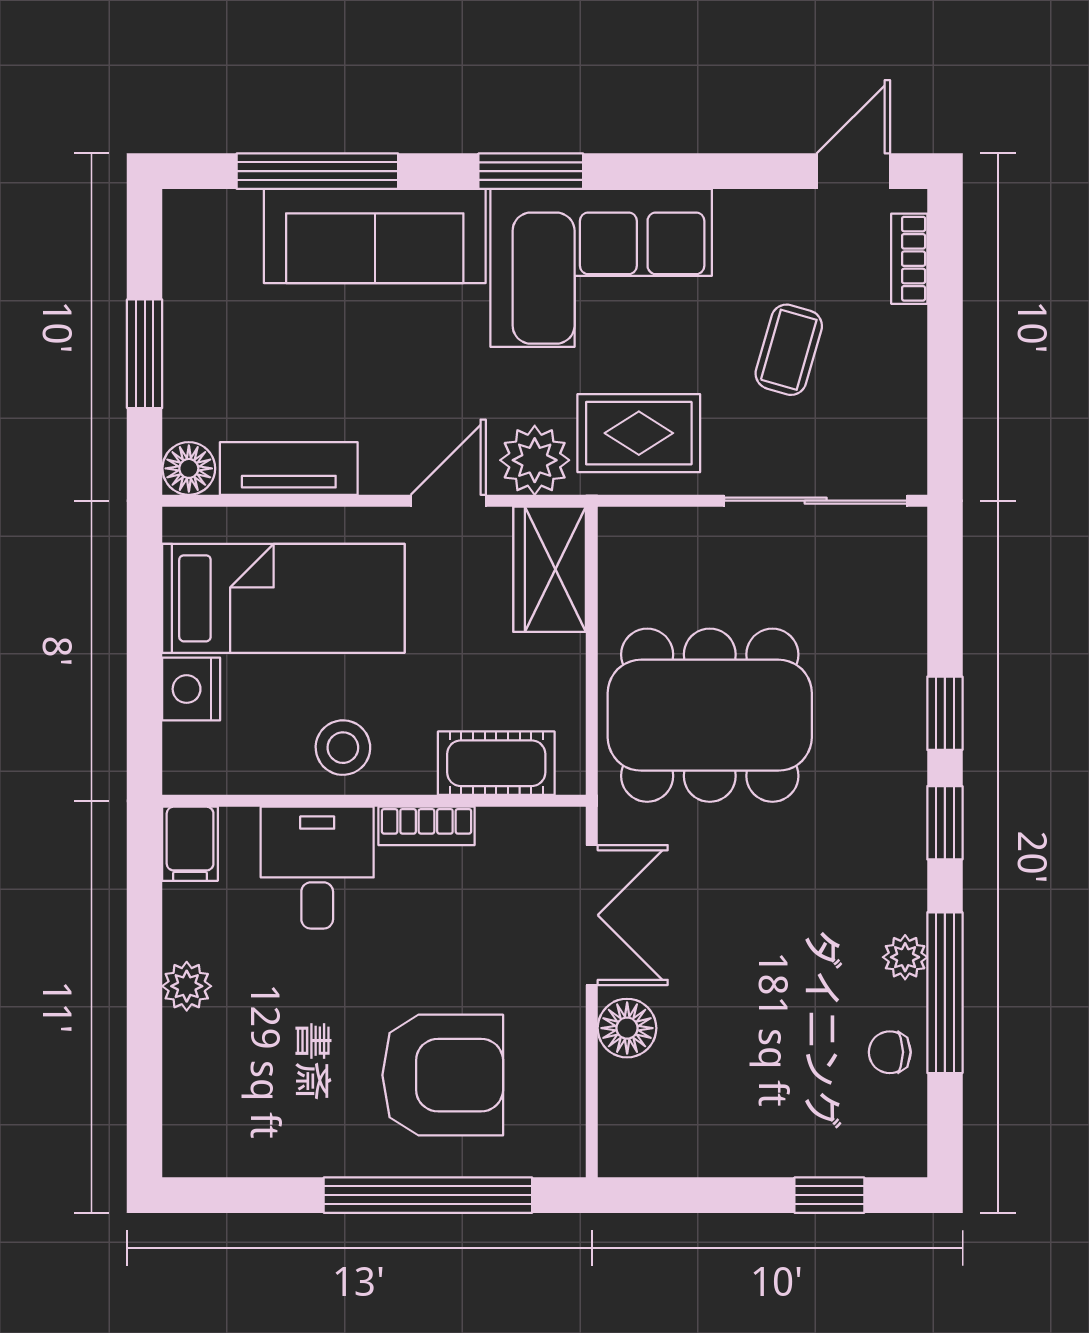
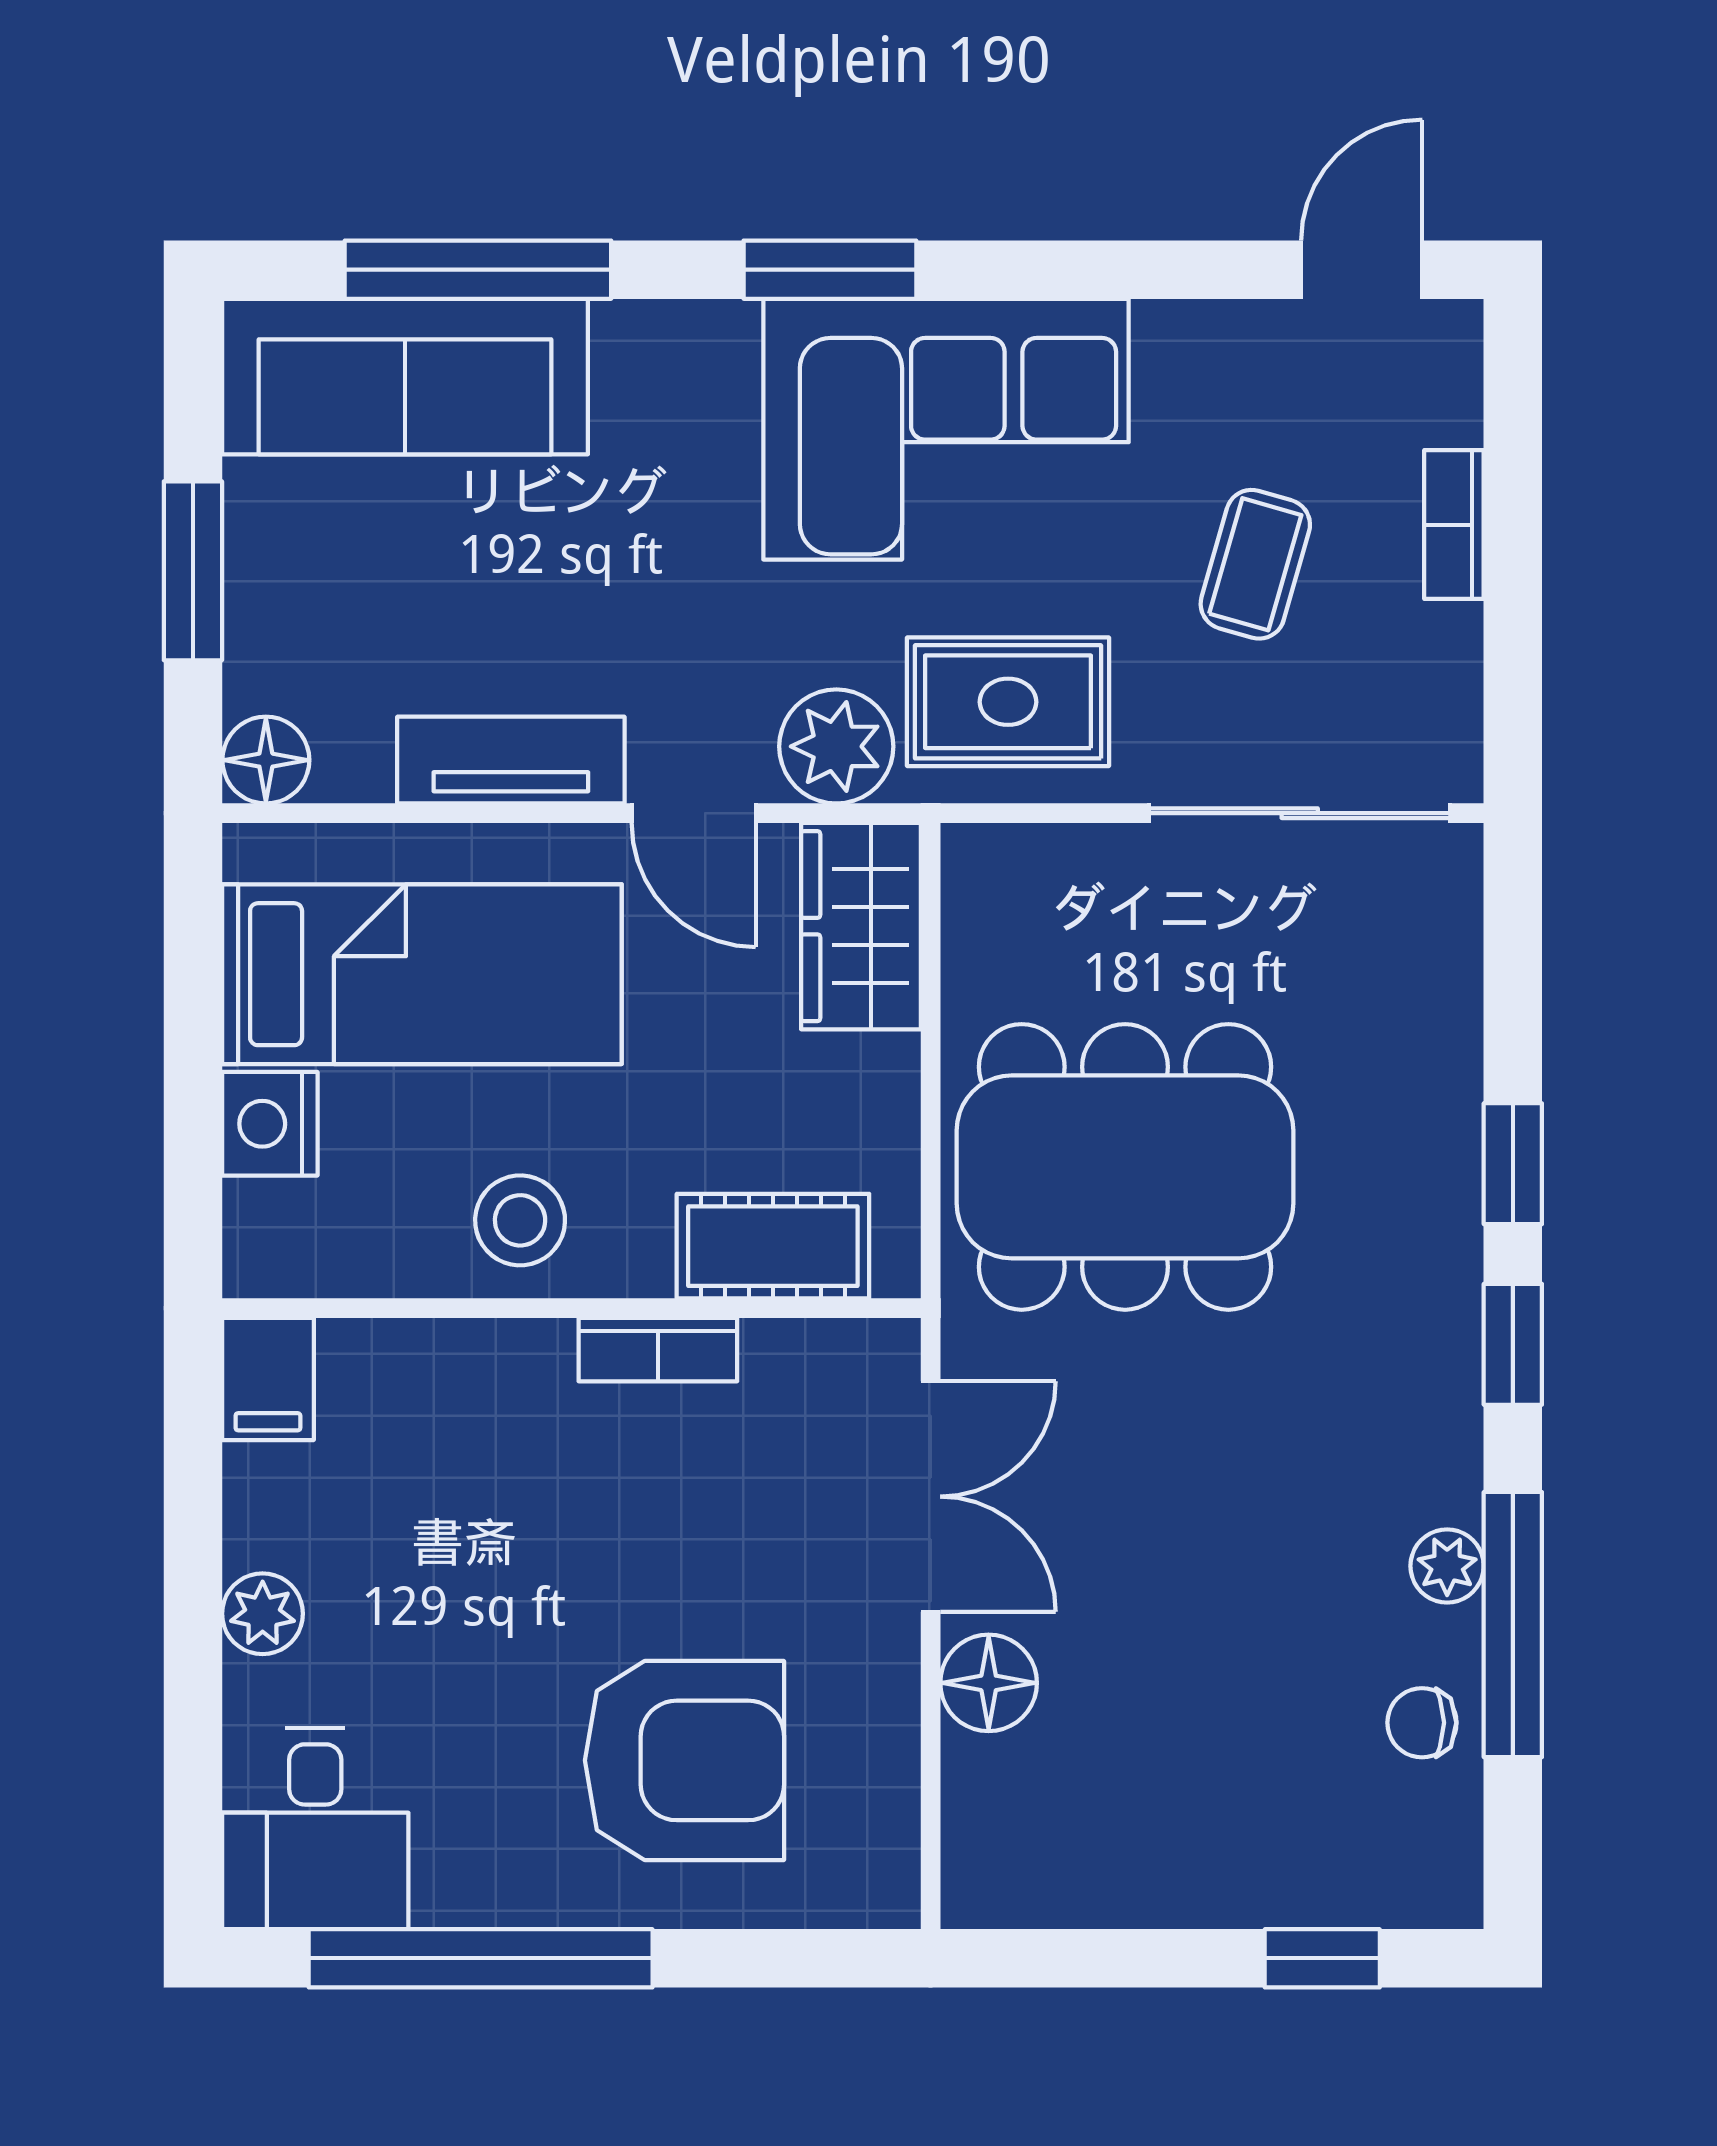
sofa: (375, 236) -> (405, 377), moved
bookcase: (909, 259) -> (1454, 525), moved
tv unit: (289, 468) -> (511, 760), moved
door: (448, 501) -> (694, 813), swing flipped
desk: (317, 868) -> (315, 1829), moved, turned 180
window: (428, 1195) -> (481, 1958), moved

